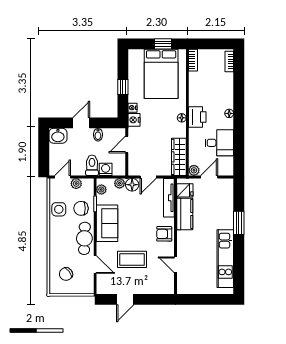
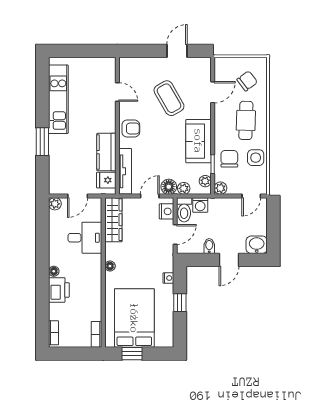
printer: (197, 117) -> (59, 290), moved, turned 180
nightstand: (134, 120) -> (166, 211), moved
desk: (219, 143) -> (85, 238), moved, turned 180
toilet: (92, 165) -> (184, 210), moved
plant: (194, 170) -> (55, 204), moved
plant: (76, 184) -> (220, 188), moved
chair: (81, 208) -> (229, 159), turned -90
cafe table: (84, 238) -> (246, 120), moved
coffee table: (132, 259) -> (169, 98), turned 60
door: (95, 264) -> (213, 92), swing flipped

